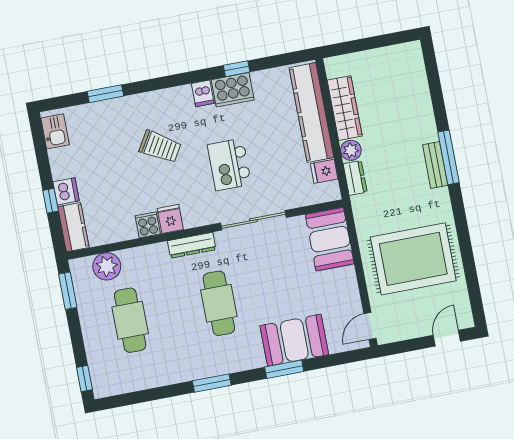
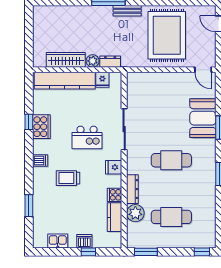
dishwasher: (203, 93) -> (40, 161), moved
kitchen sink: (55, 131) -> (58, 241), moved
trolley: (160, 147) -> (68, 178), turned -121
bench: (435, 165) -> (127, 11), moved
fridge: (170, 219) -> (114, 167), moved
kitchen counter: (73, 227) -> (115, 217), moved, turned -90
booth: (330, 239) -> (145, 84), removed
dresser: (192, 245) -> (132, 189), moved
plant: (107, 266) -> (135, 213), moved

